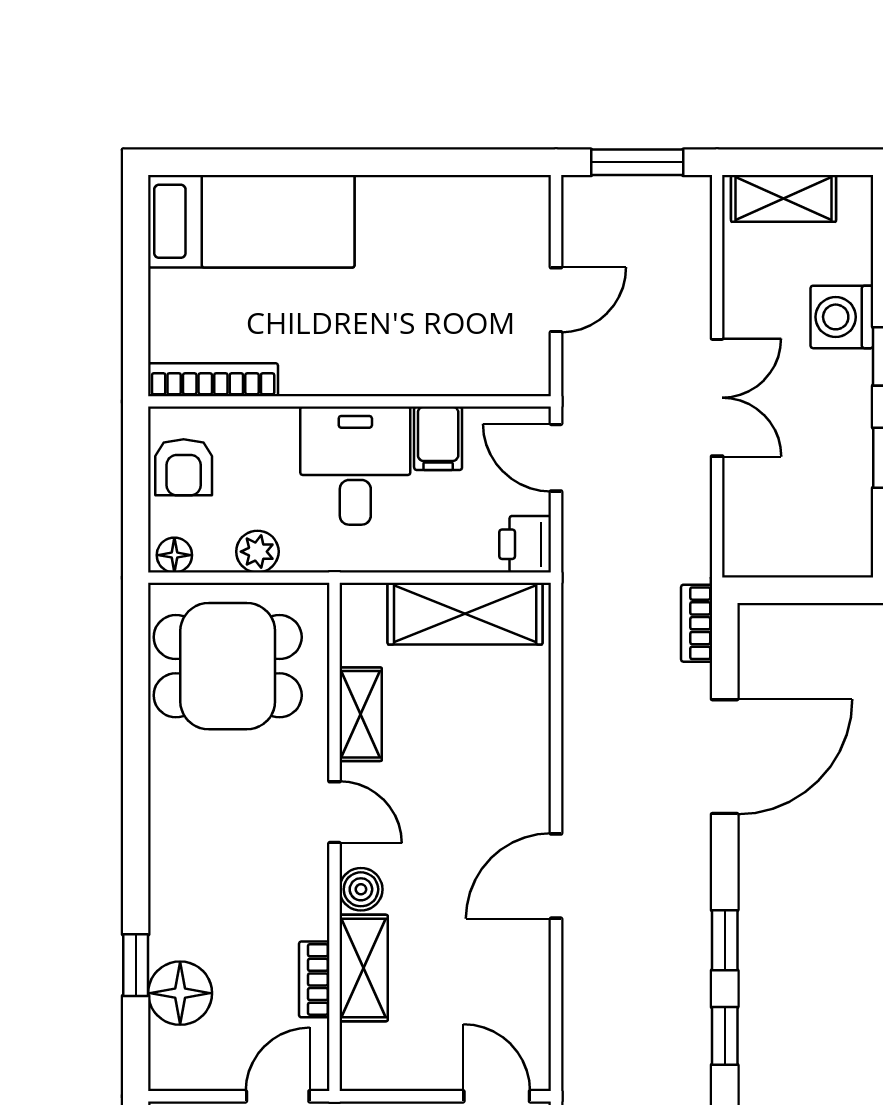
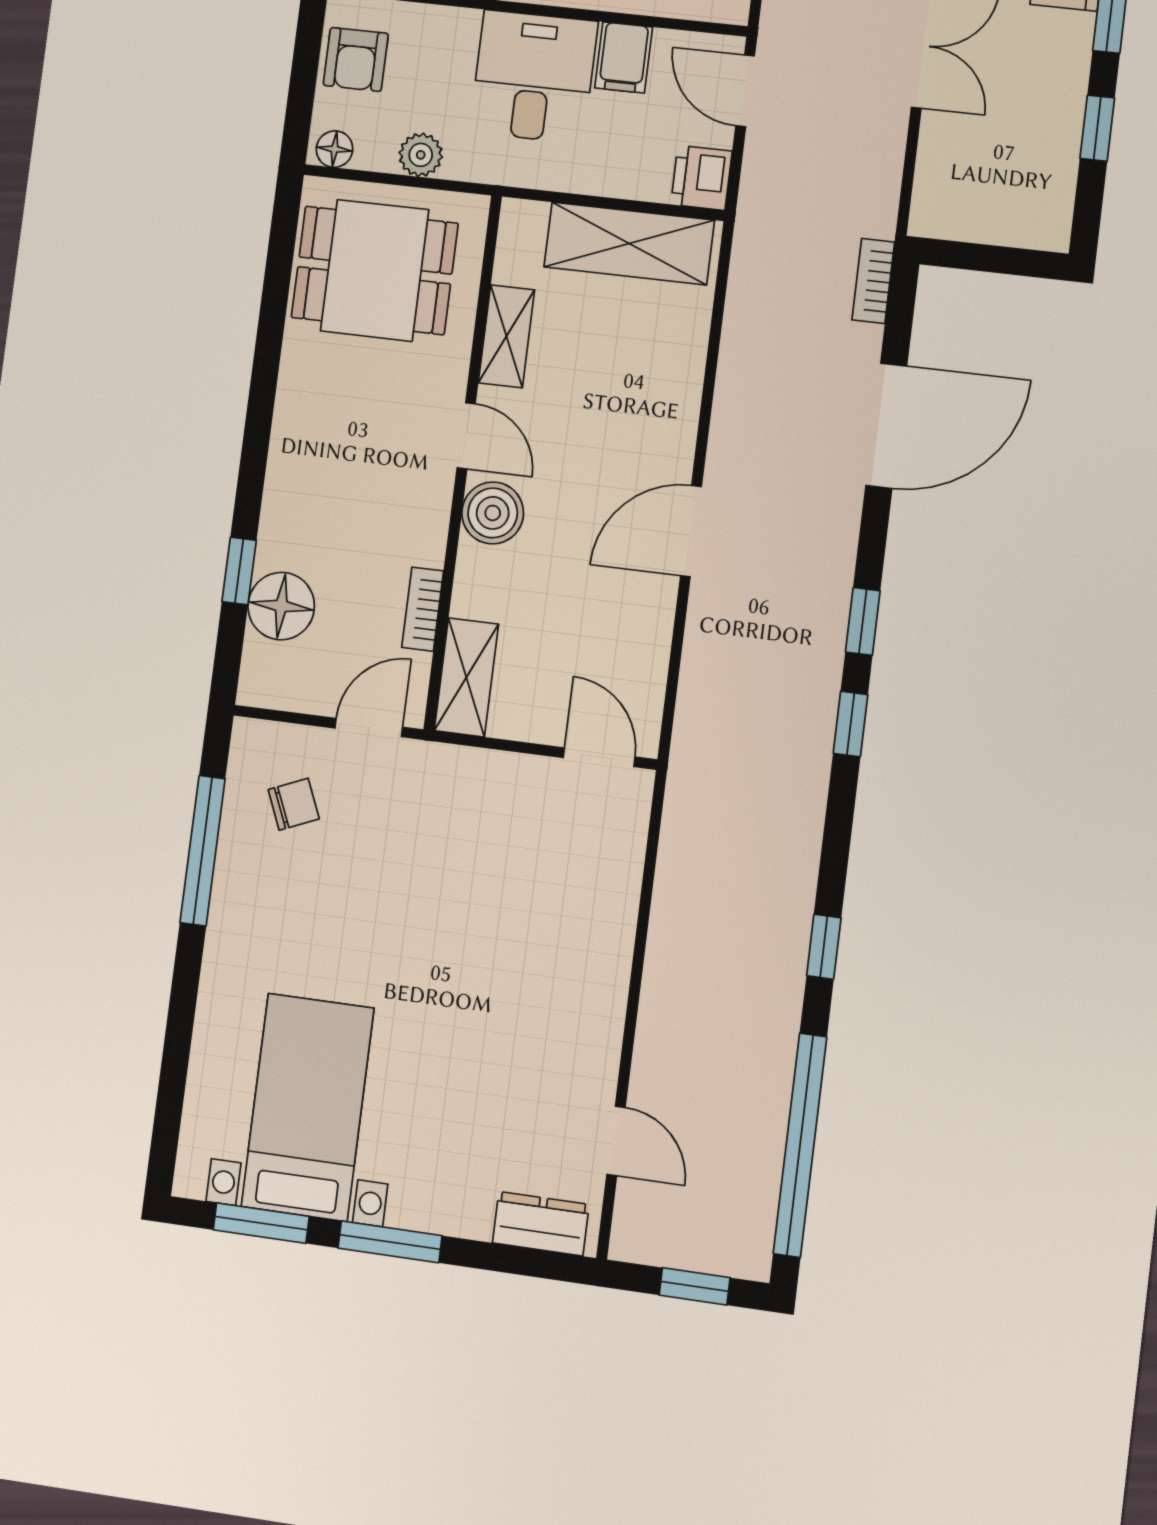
boiler: (361, 889) -> (493, 513), width x1.36, depth x1.36
shelving: (364, 968) -> (466, 677), moved

